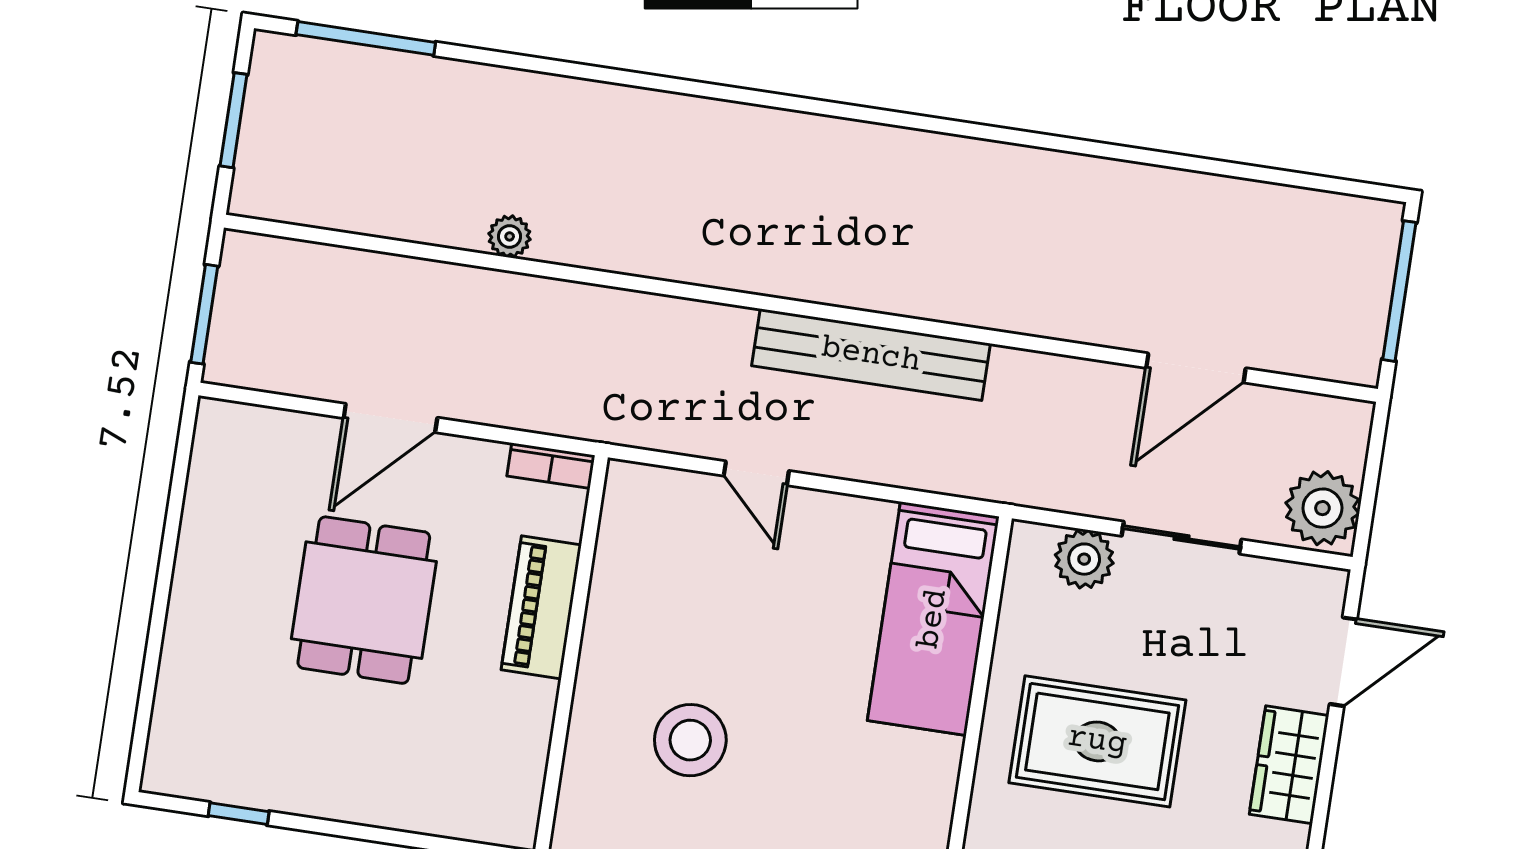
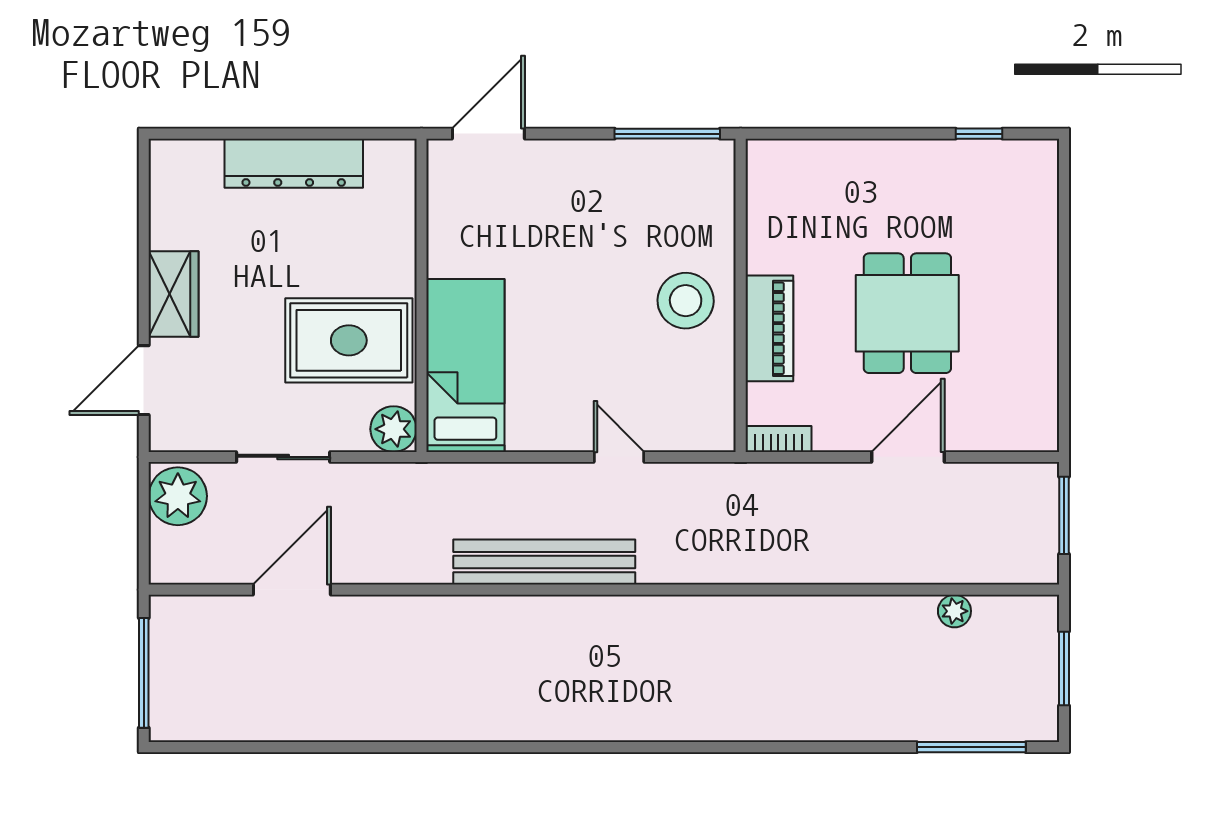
plant: (510, 236) -> (954, 611), moved
plant: (1084, 559) -> (393, 429), moved
stool: (690, 740) -> (686, 301), moved
rug: (1097, 741) -> (349, 340), moved

